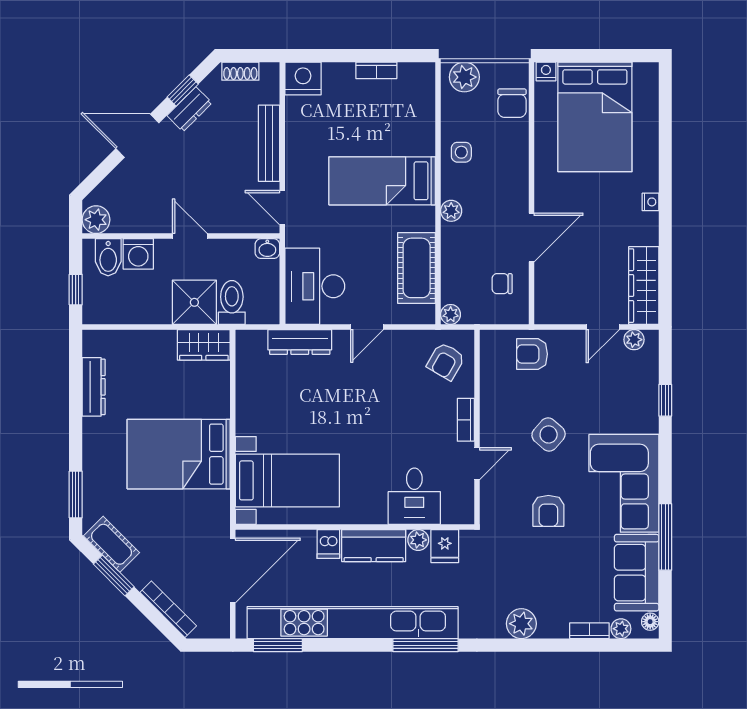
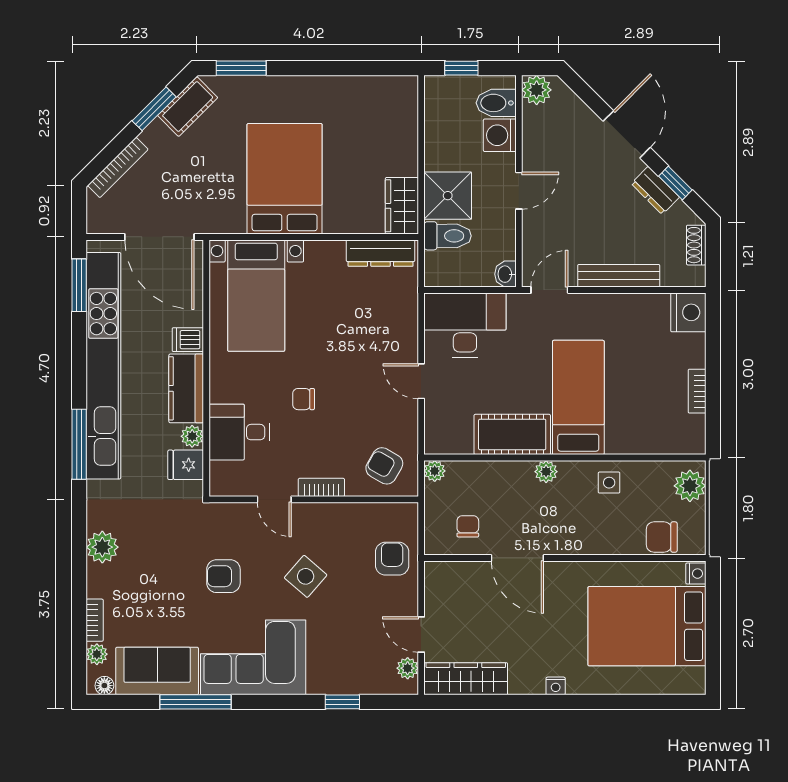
cot: (417, 268) -> (512, 434), moved
dresser: (300, 342) -> (381, 253), moved, turned -90
dresser: (94, 387) -> (357, 87), removed
chair: (384, 436) -> (304, 399), added

